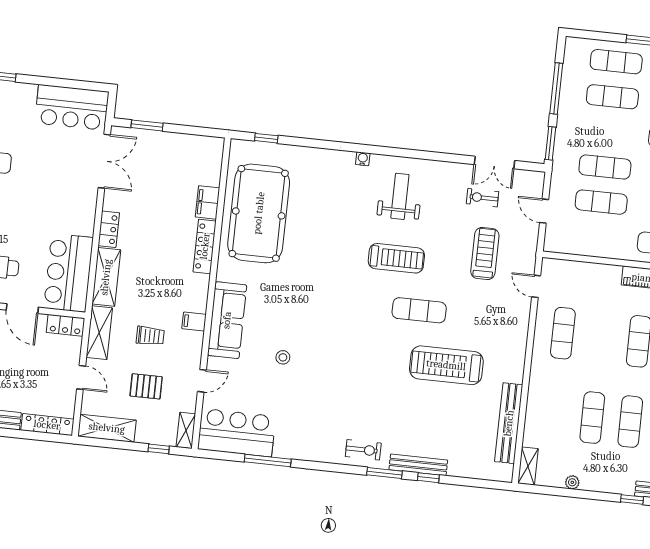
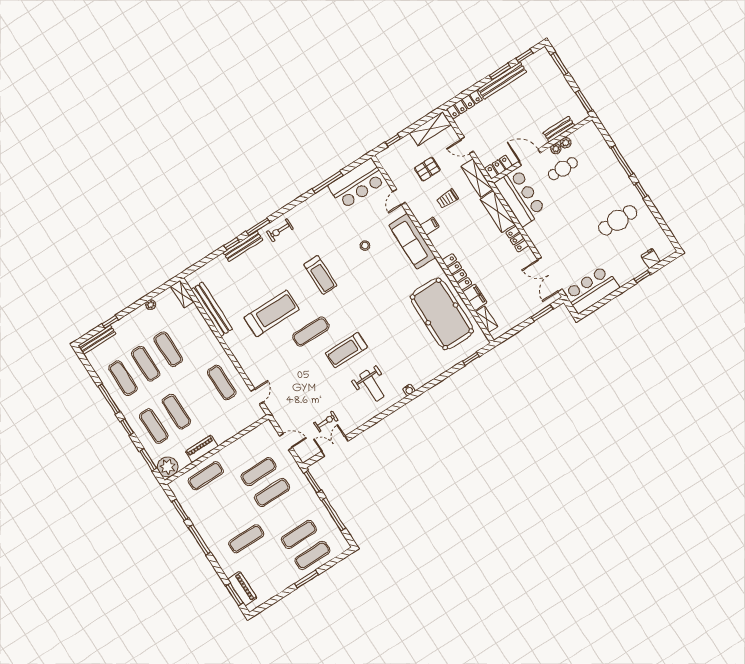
treadmill: (485, 254) -> (320, 275), moved
door: (536, 286) -> (257, 396), hinge flipped
shelving: (186, 430) -> (487, 319), moved

